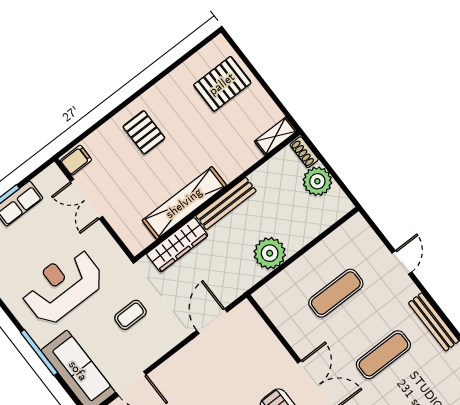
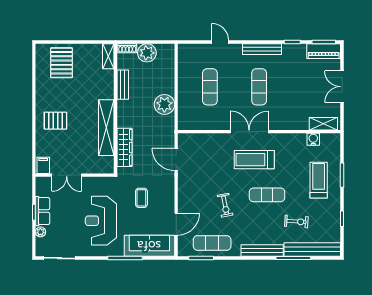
bench: (226, 203) -> (123, 85), moved, width x0.73

